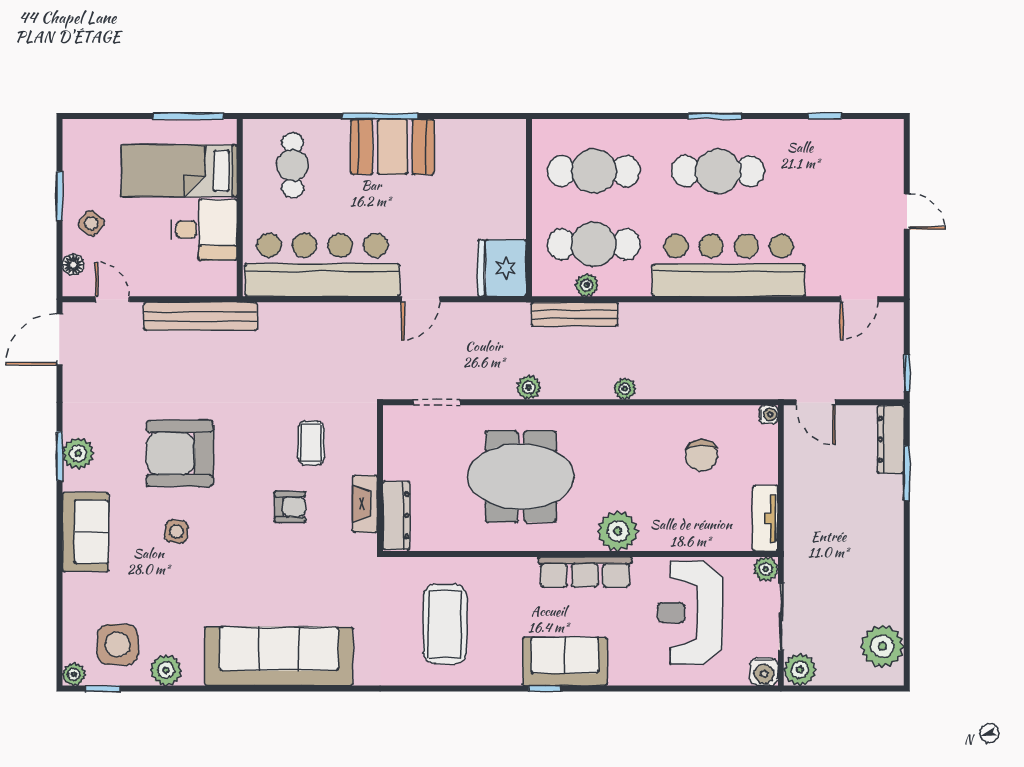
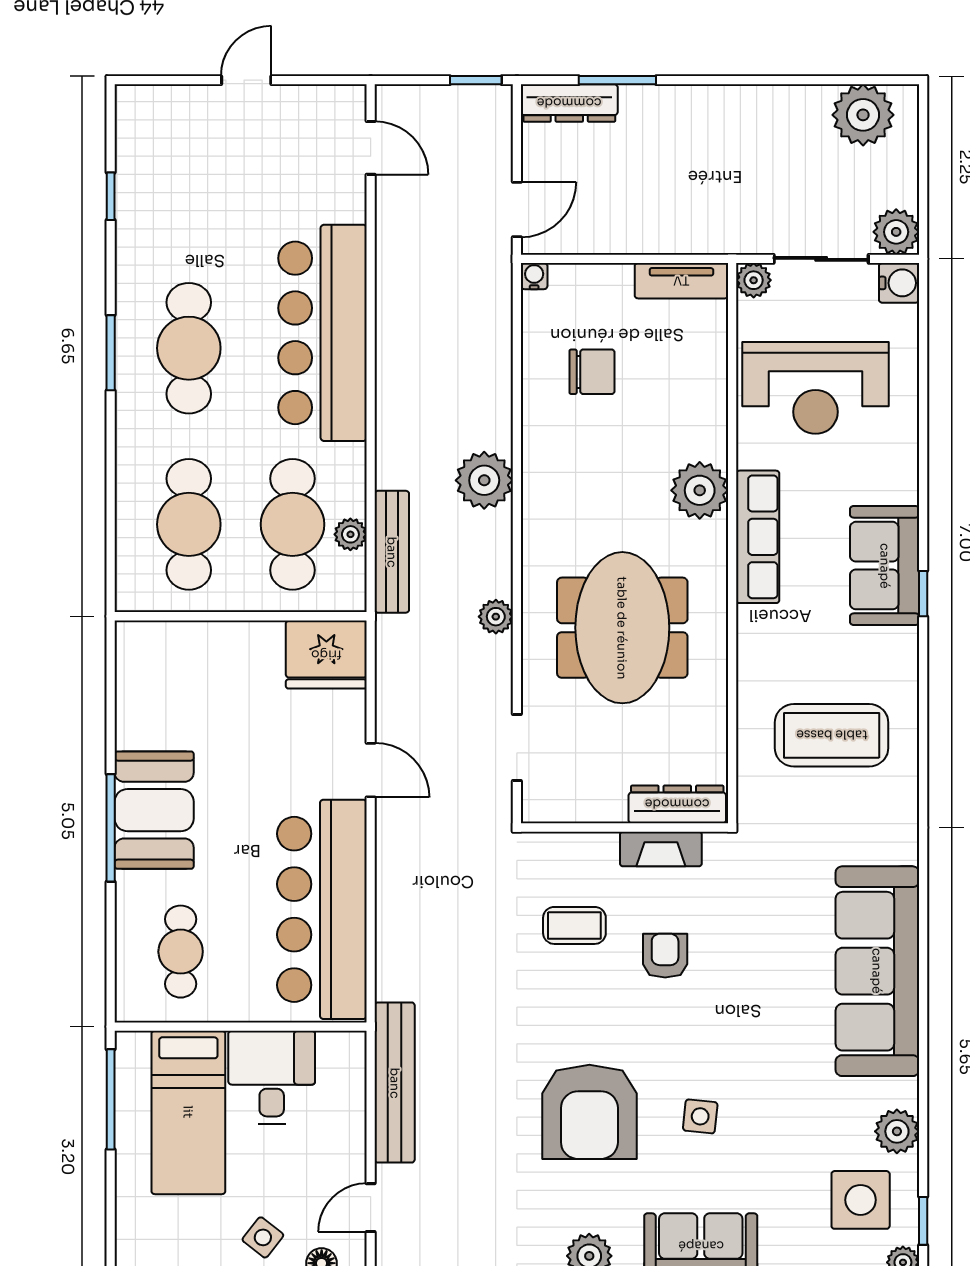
cafe table: (293, 165) -> (181, 952), turned 90
plant: (625, 389) -> (484, 480), width x1.88, depth x1.88

